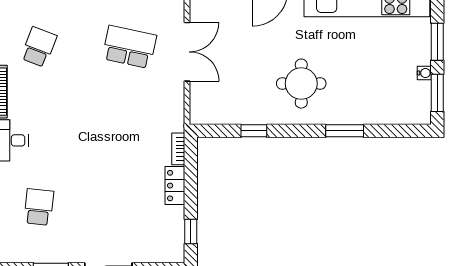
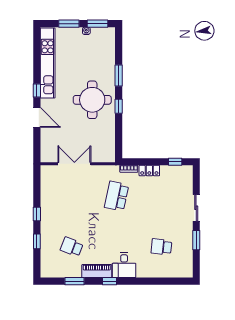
school desk: (129, 47) -> (117, 196), moved
round table: (301, 84) -> (92, 100), width x1.36, depth x1.36
window: (254, 131) -> (119, 106), moved

